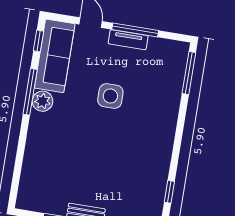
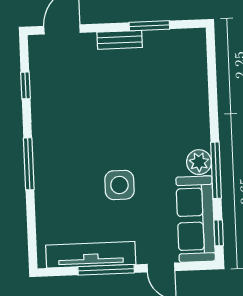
tv unit: (128, 40) -> (91, 255), width x1.92, depth x1.29
window: (189, 73) -> (29, 164), moved

